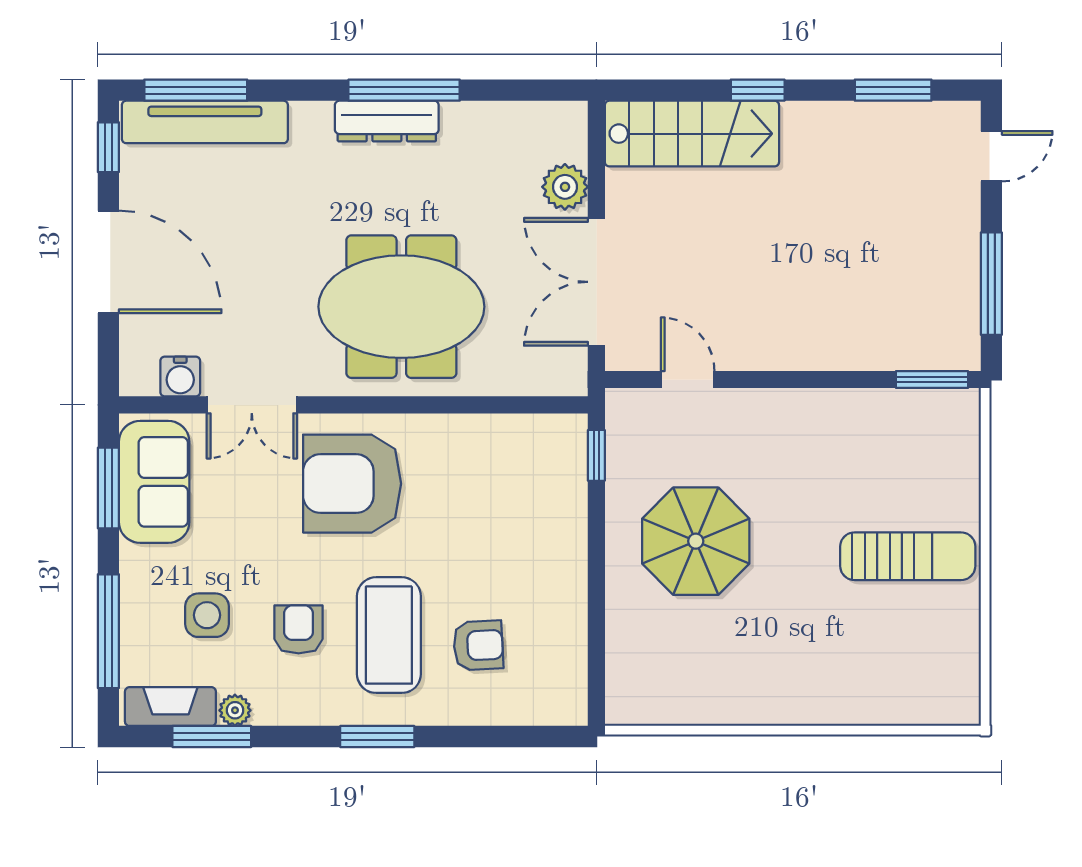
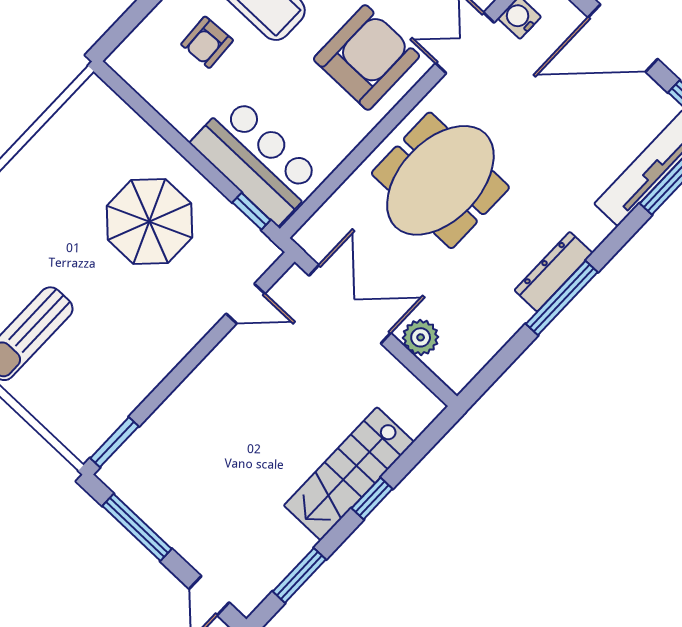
stairs: (692, 134) -> (349, 474), moved
bar counter: (544, 495) -> (257, 160), added

